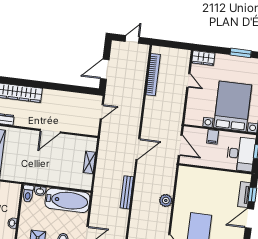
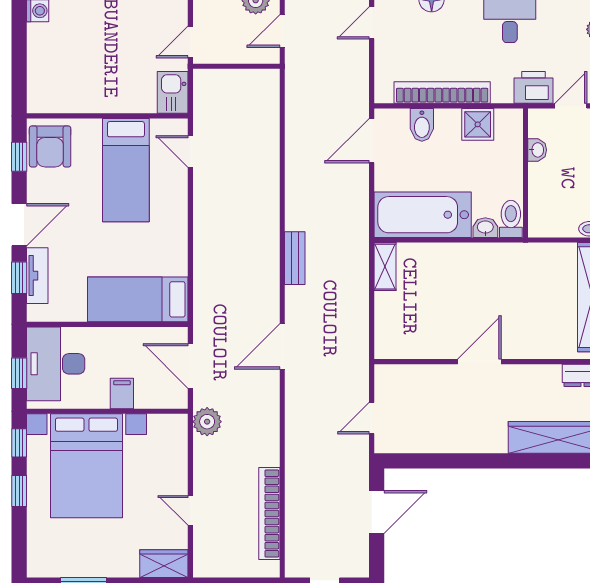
shelving: (89, 162) -> (385, 267), moved
bed: (200, 178) -> (138, 299), added
bench: (127, 192) -> (295, 258), width x0.73
plant: (166, 200) -> (207, 422), moved

